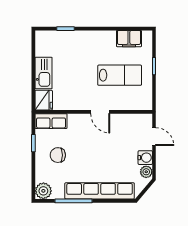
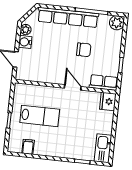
filing cabinet: (129, 39) -> (28, 147), width x0.50
kitchen sink: (44, 73) -> (103, 148), moved
lab bench: (120, 75) -> (40, 116), turned 180
door: (100, 112) -> (73, 87), moved
chair: (58, 155) -> (84, 50), moved

